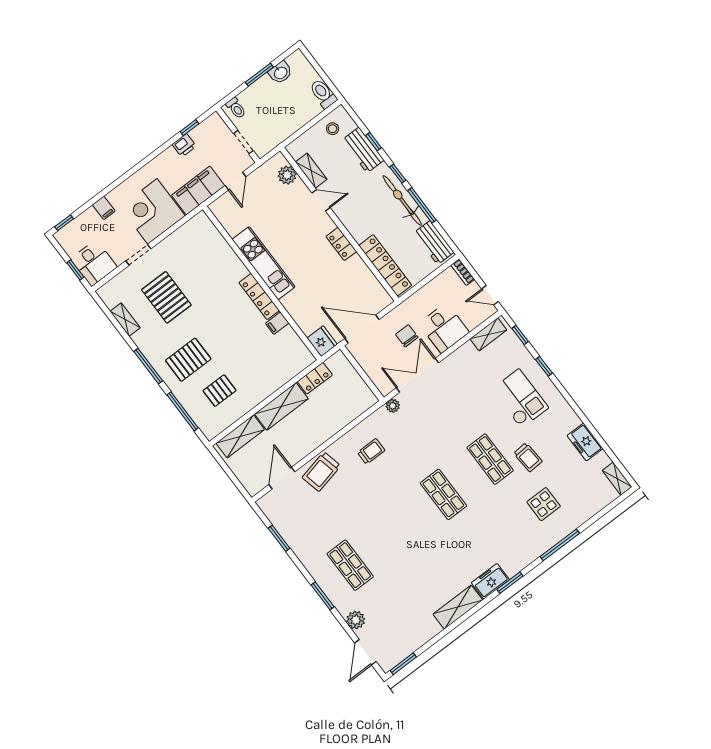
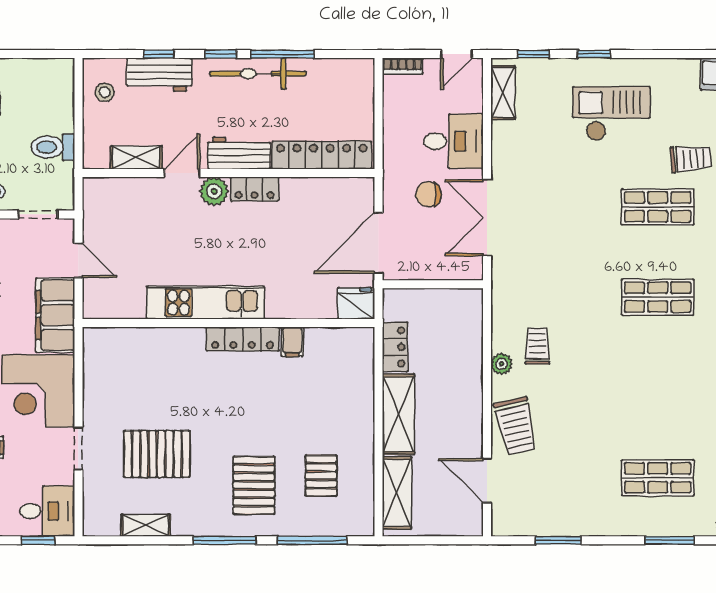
toilet: (323, 94) -> (53, 147), moved
plant: (287, 175) -> (214, 191), moved
workbench: (434, 243) -> (239, 153), moved, turned 180
plant: (393, 406) -> (502, 364), moved

